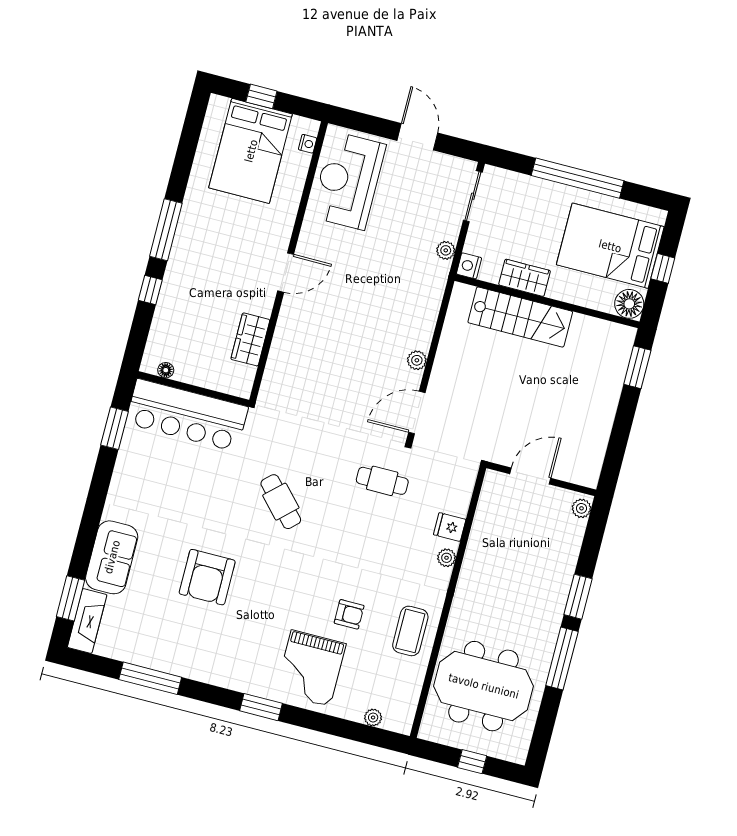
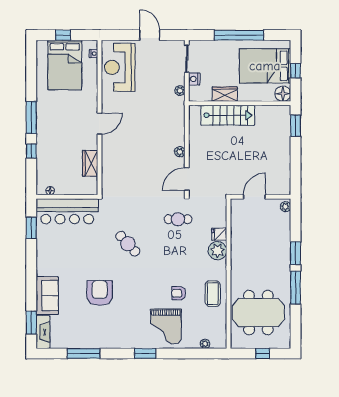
nightstand: (469, 266) -> (194, 79), moved
plant: (447, 558) -> (217, 251), width x1.88, depth x1.88
armchair: (207, 577) -> (100, 293), turned 180
armchair: (349, 614) -> (179, 293), turned 180

